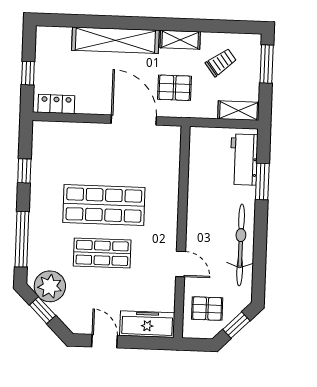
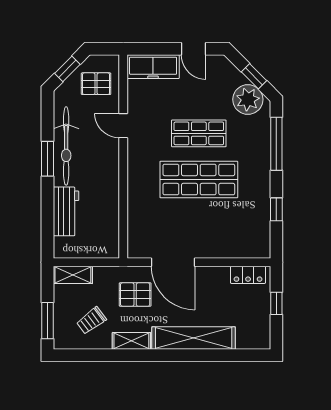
workbench: (244, 160) -> (66, 211), moved
window: (262, 181) -> (48, 159), moved

